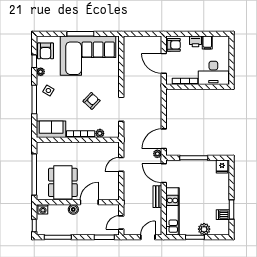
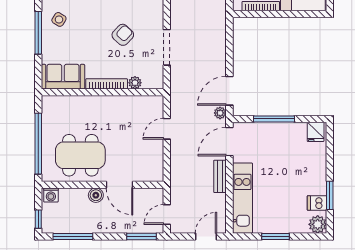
door: (164, 173) -> (229, 142), hinge flipped
dining table: (63, 182) -> (80, 155), turned 90
door: (89, 202) -> (119, 185), swing flipped
plant: (204, 229) -> (318, 224), moved

